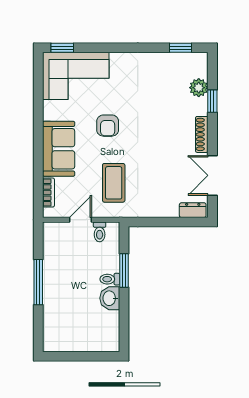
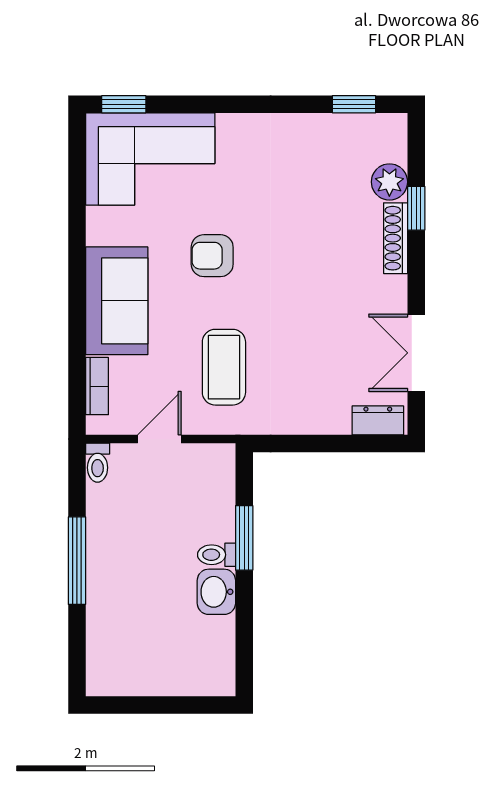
armchair: (108, 126) -> (212, 256), turned 90
shoe rack: (202, 134) -> (396, 238), moved
toilet: (100, 232) -> (98, 463), moved

